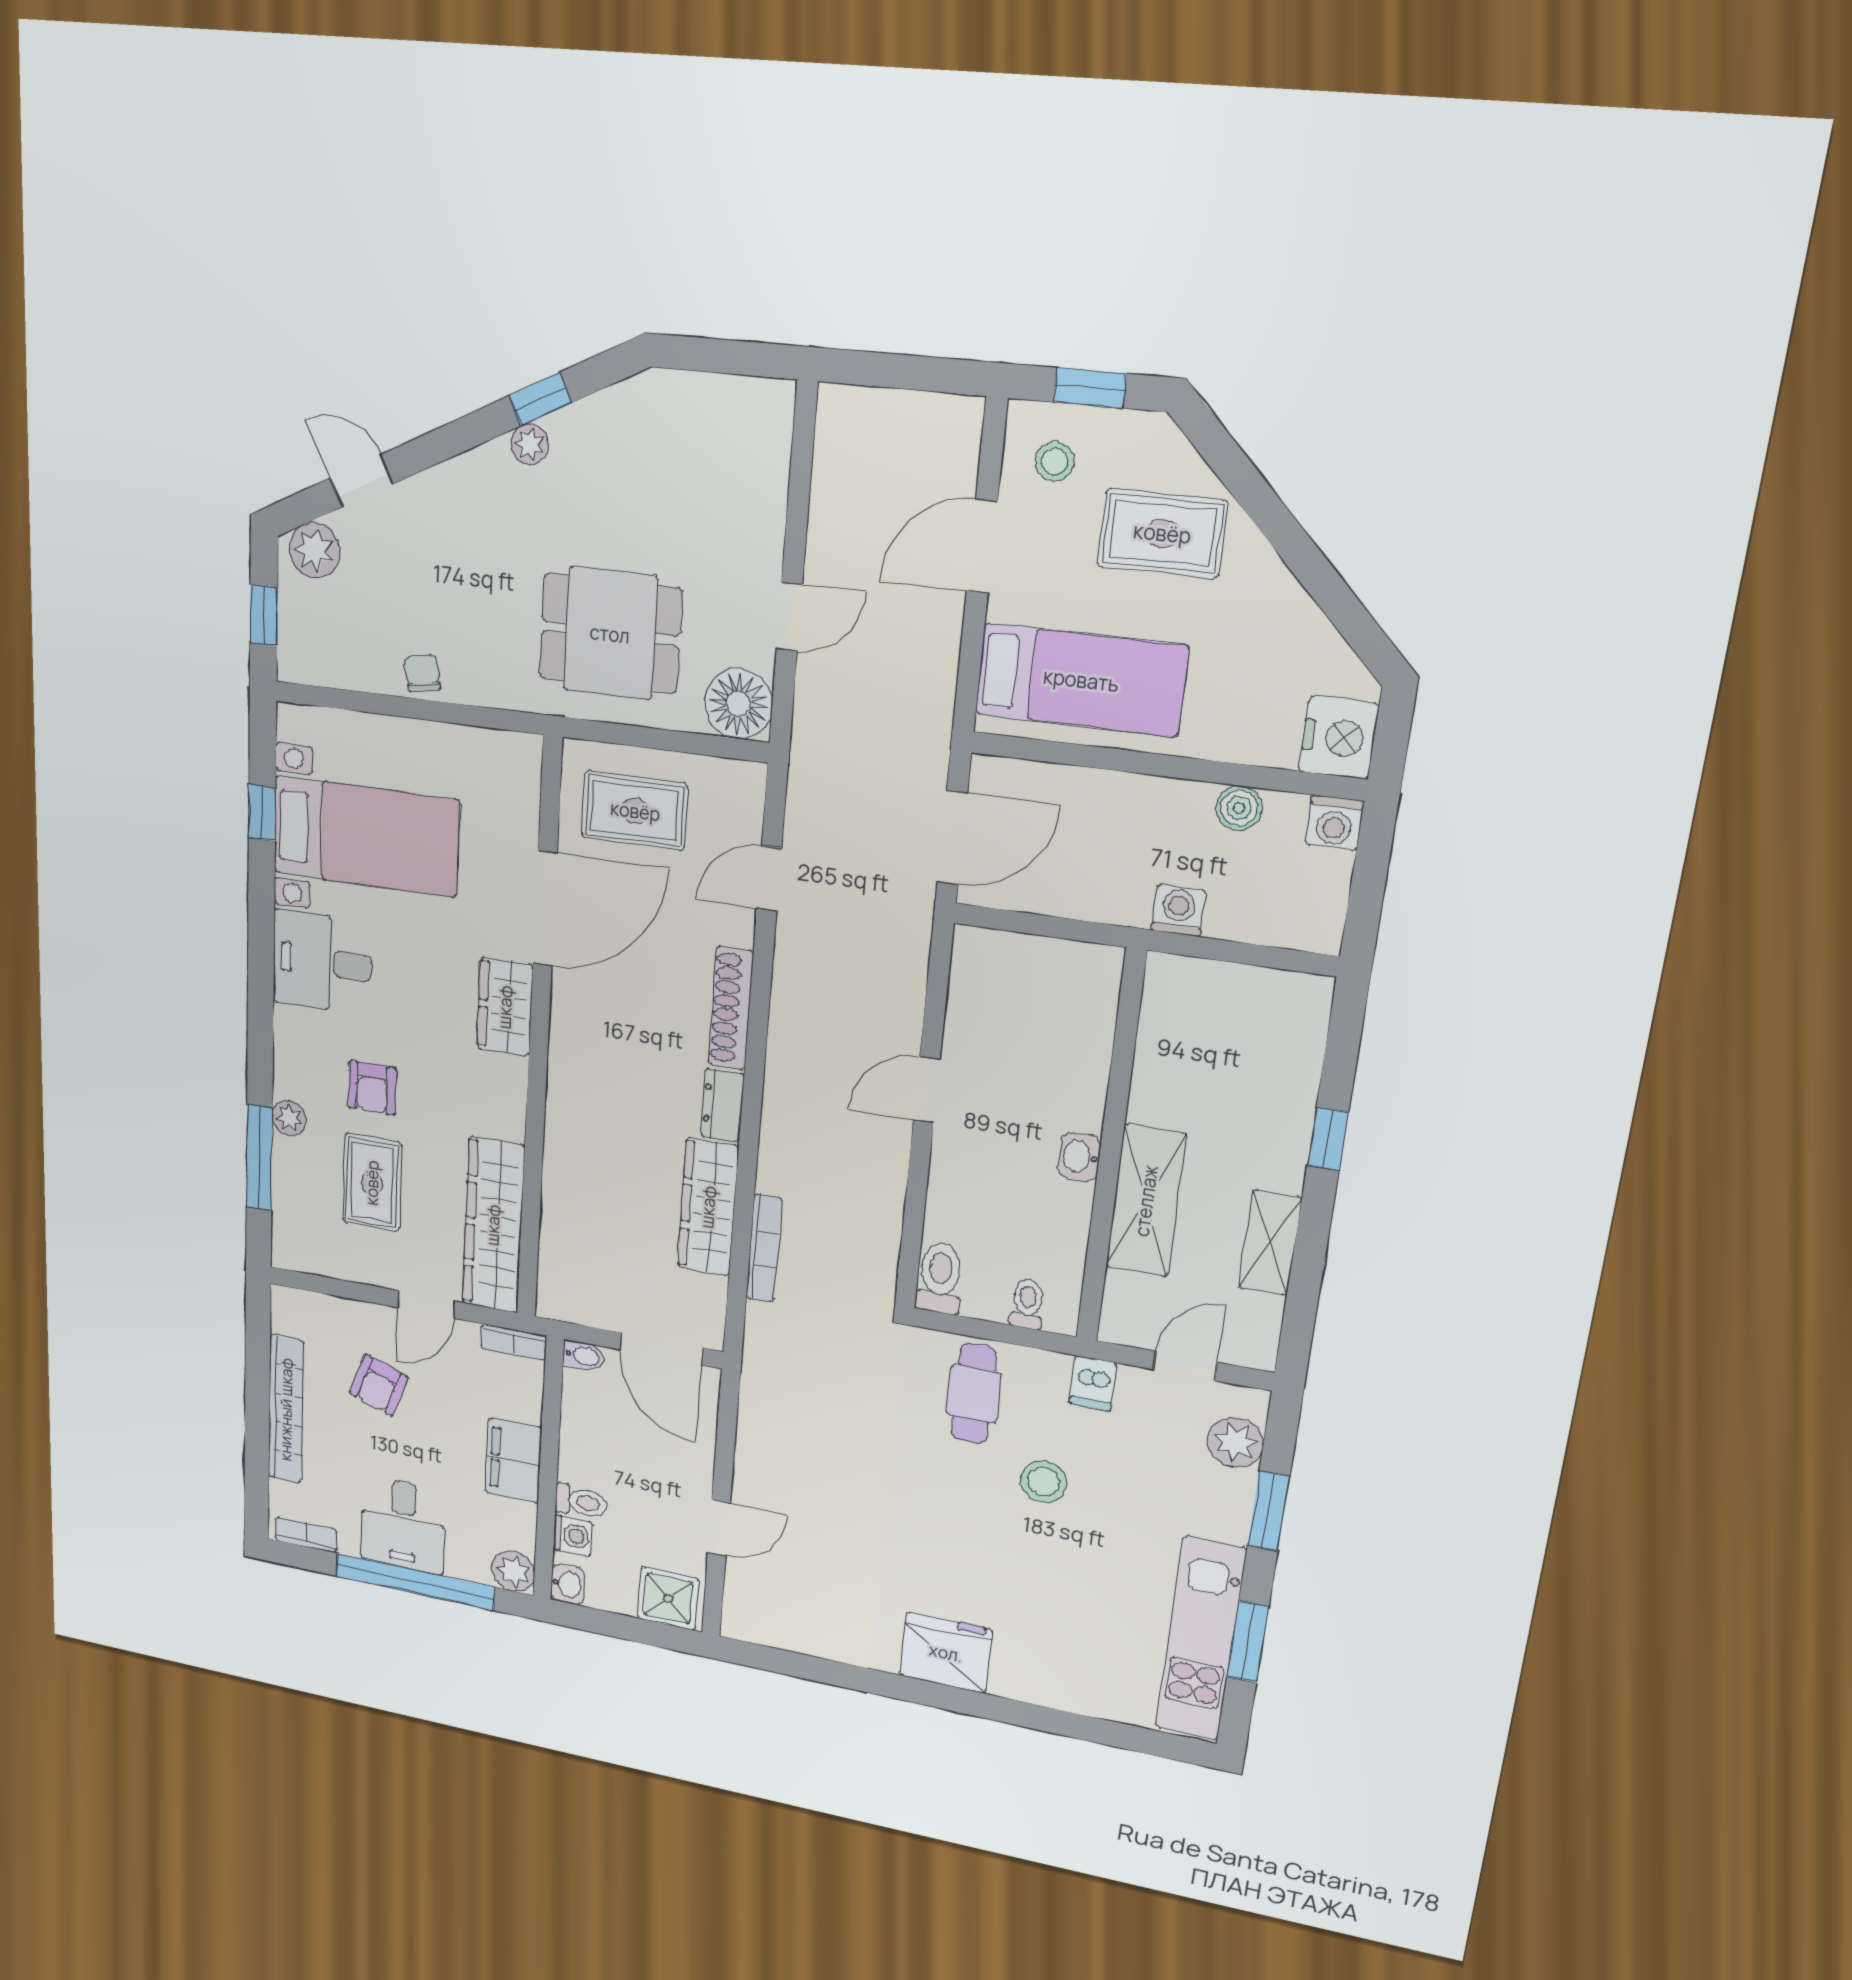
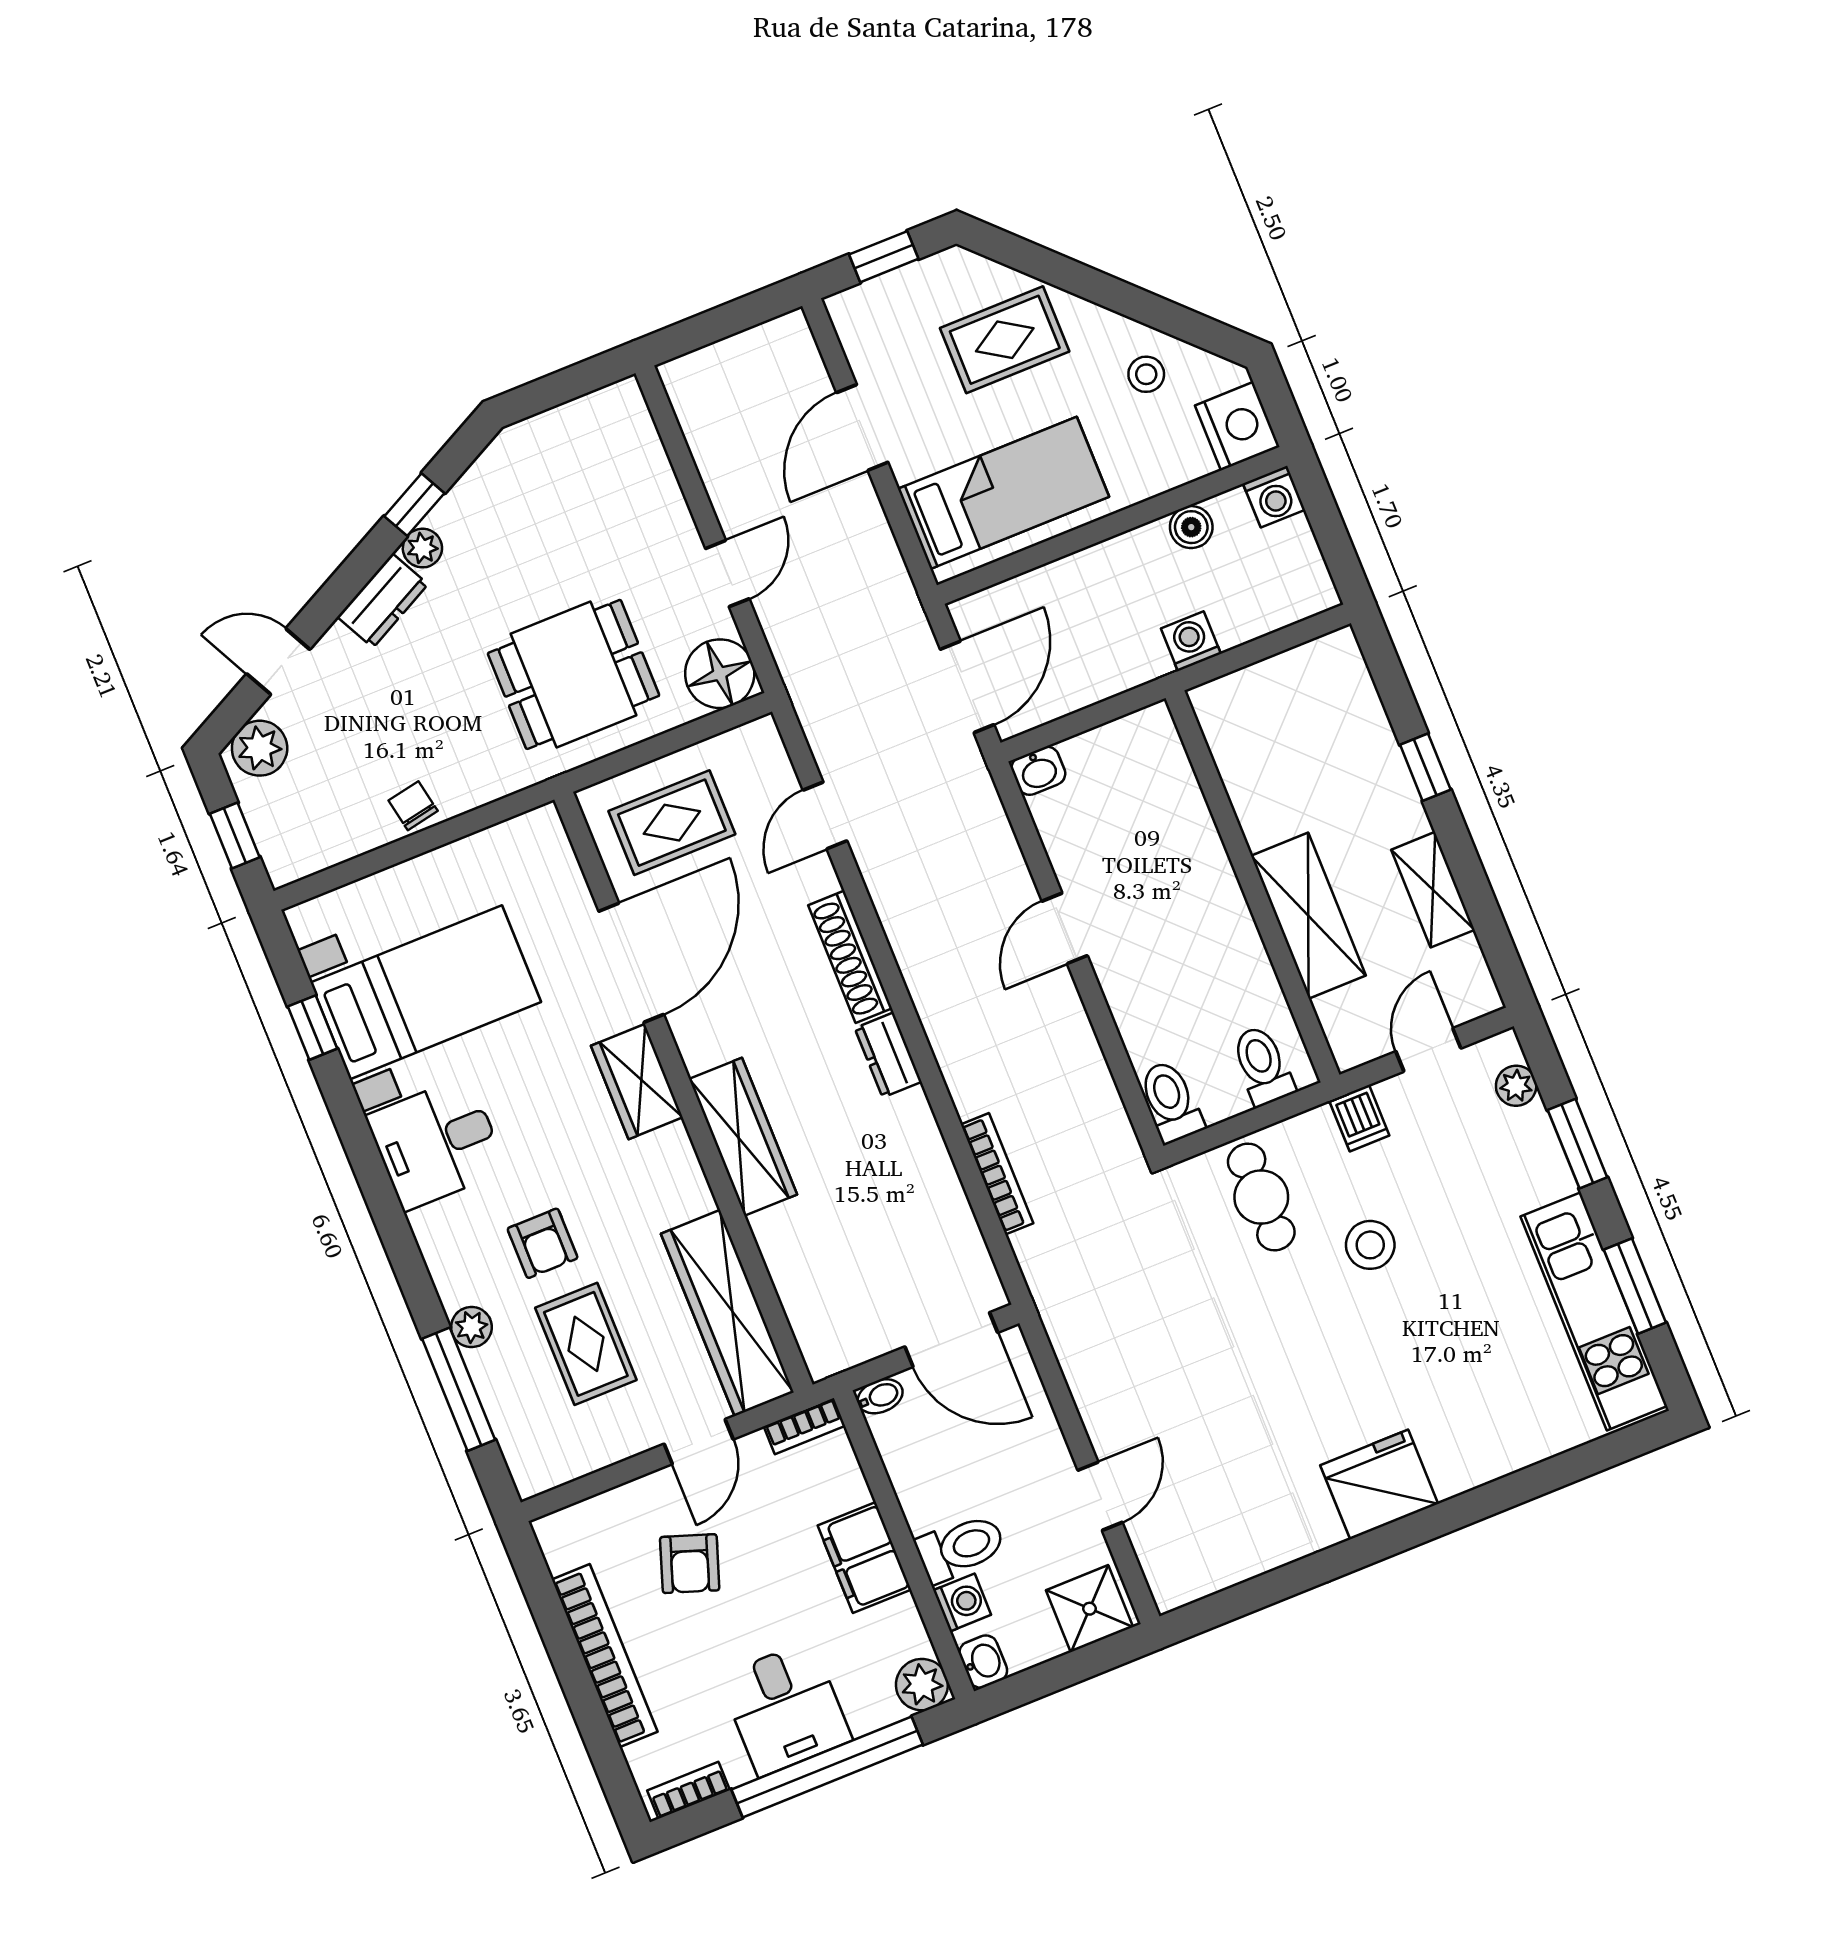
stool: (1055, 462) -> (1146, 374), moved
dresser: (474, 474) -> (383, 601), added
washbasin: (1079, 1157) -> (1038, 771), moved, turned -90
wardrobe: (708, 1207) -> (743, 1137), moved, turned 180
toilet: (1027, 1304) -> (1263, 1066), width x1.37, depth x1.39
plant: (1236, 1442) -> (1516, 1086), width x0.73, depth x0.73
toilet: (581, 1502) -> (961, 1548), width x1.37, depth x1.39

